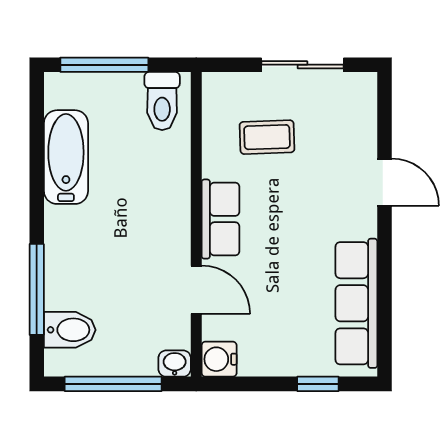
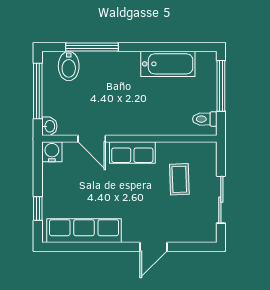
toilet: (162, 101) -> (205, 119), width x0.73, depth x0.72
door: (196, 290) -> (92, 139), hinge flipped

